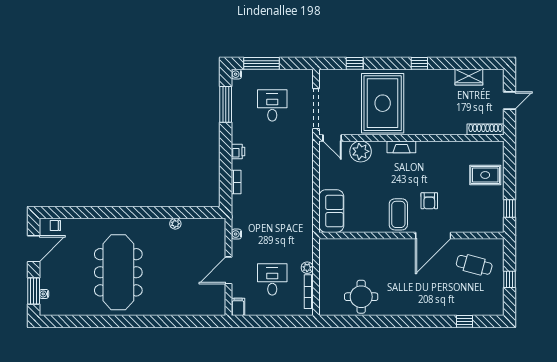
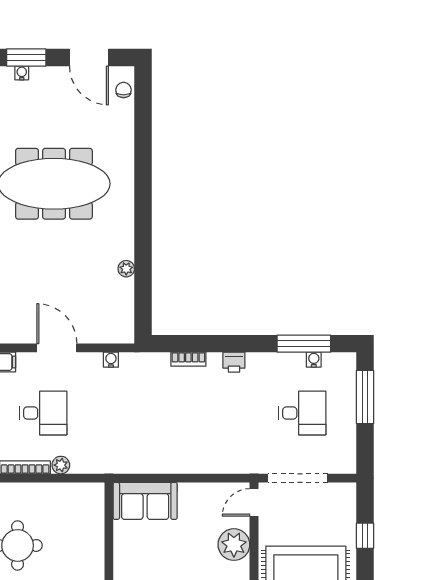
water cooler: (236, 74) -> (314, 360), moved

